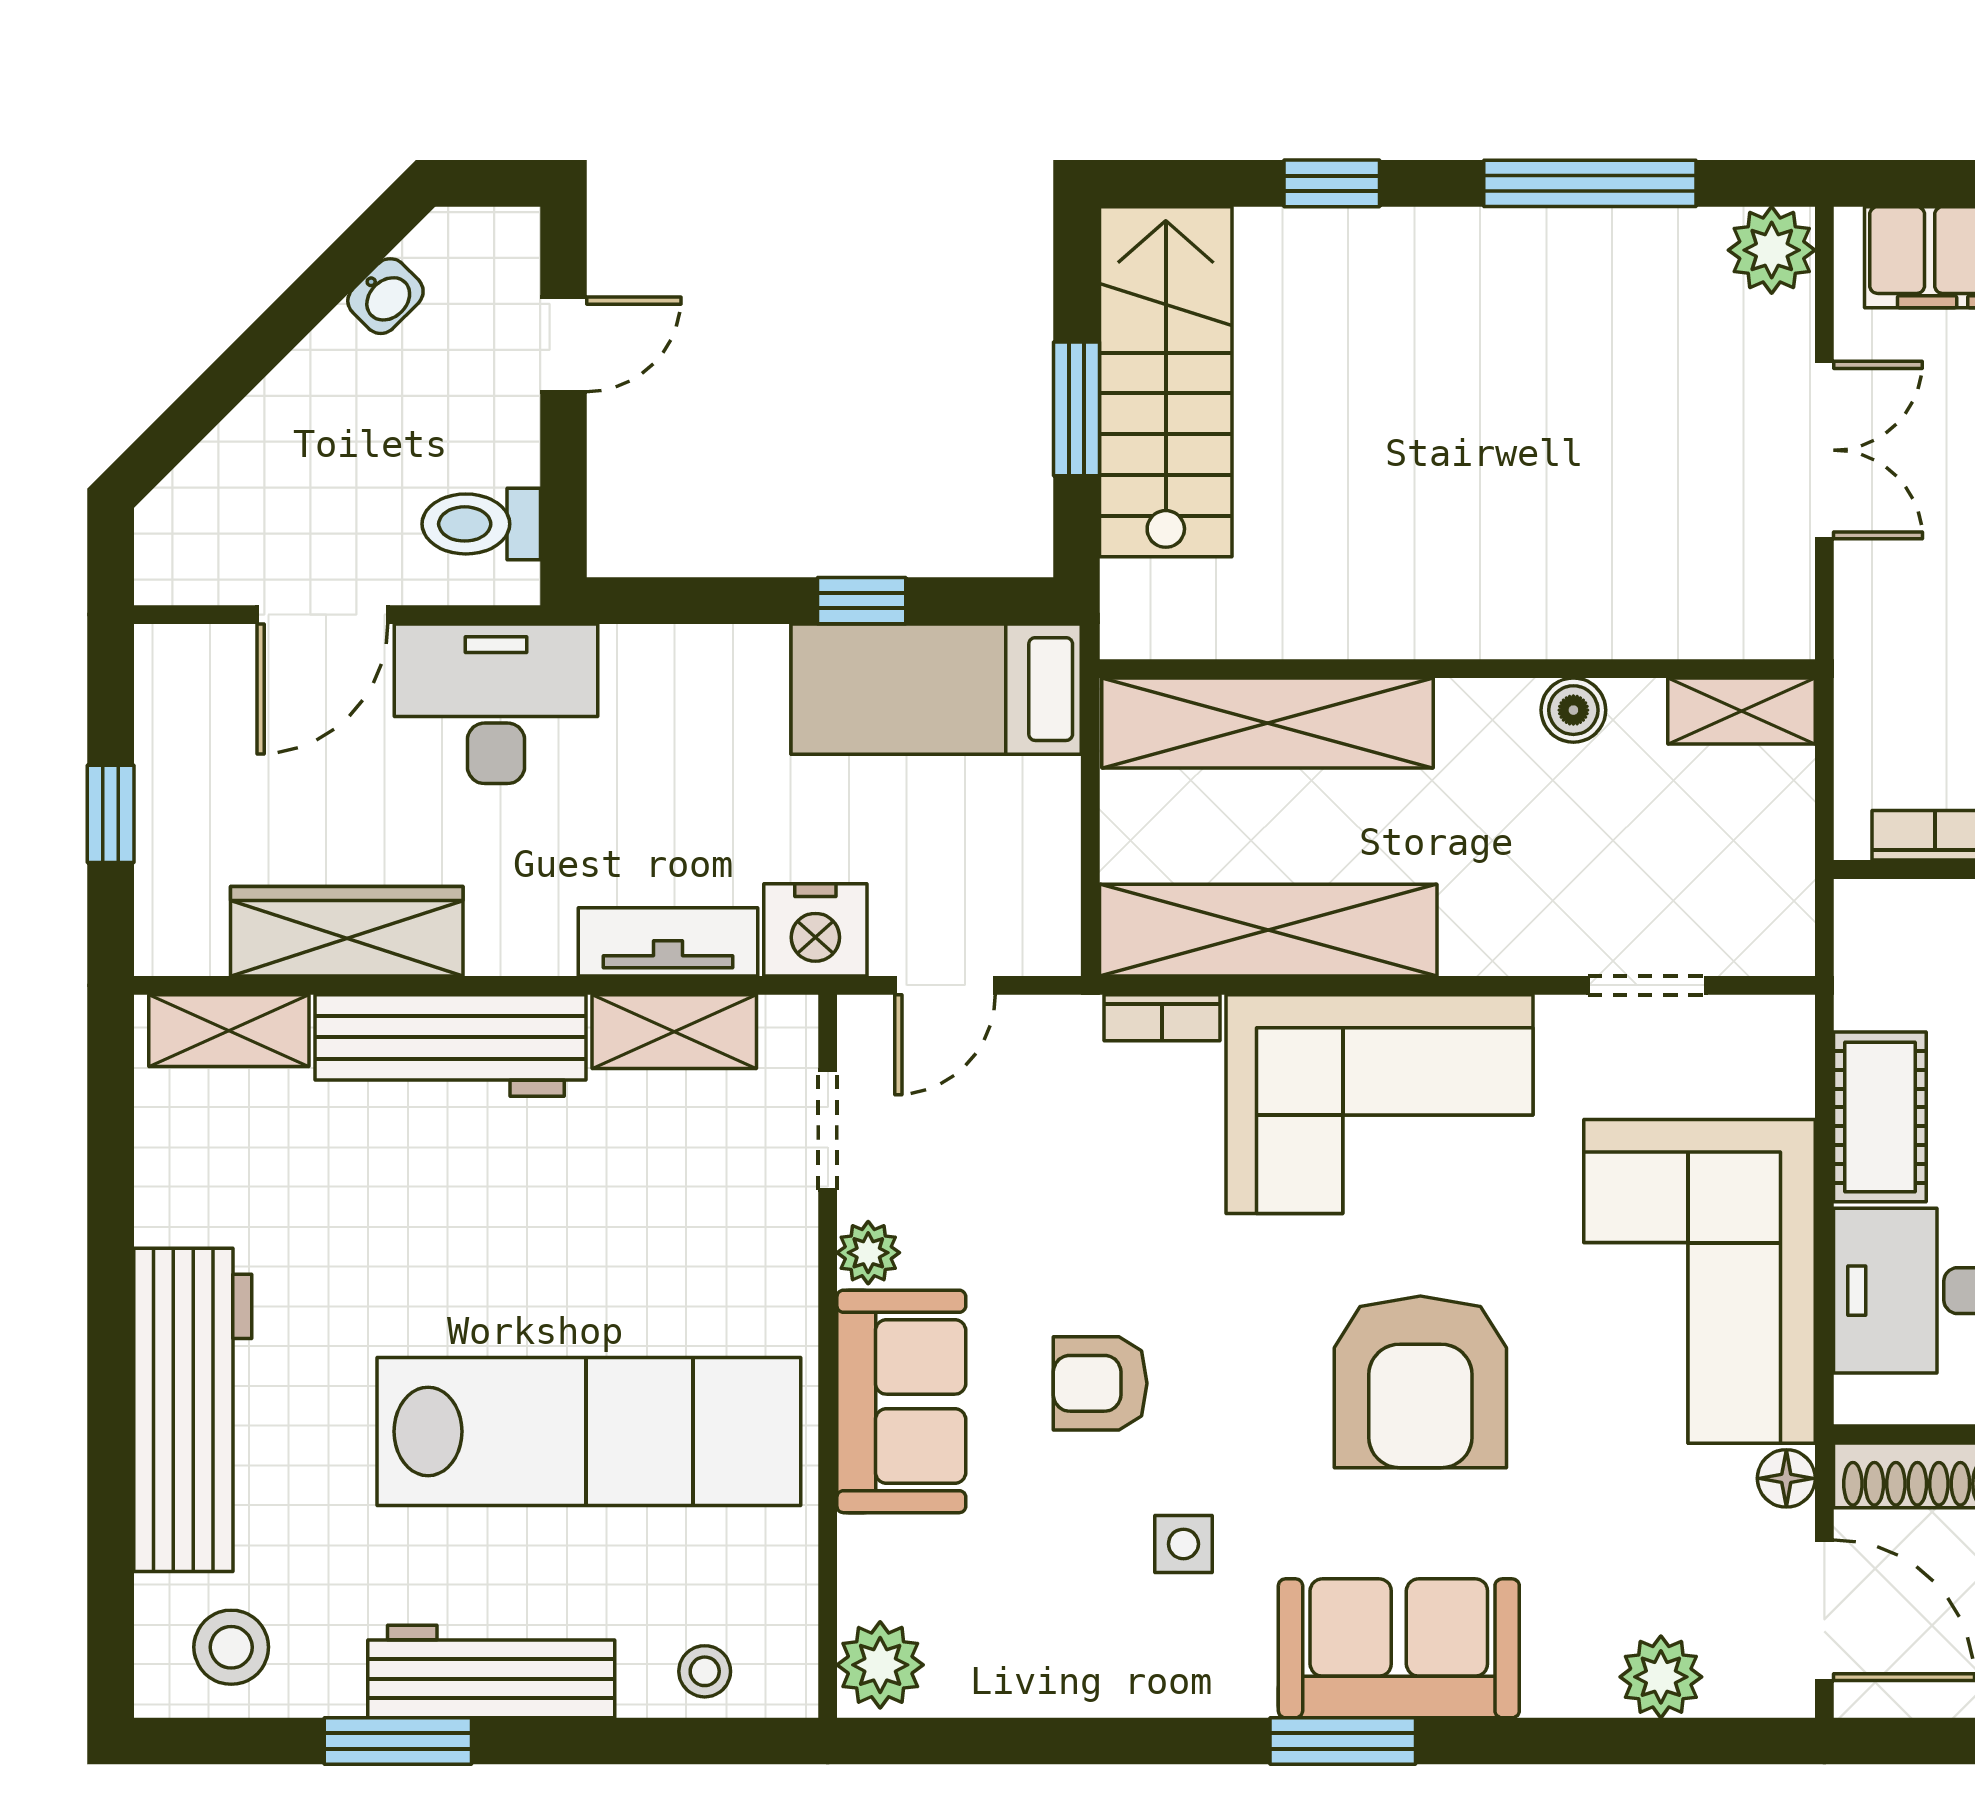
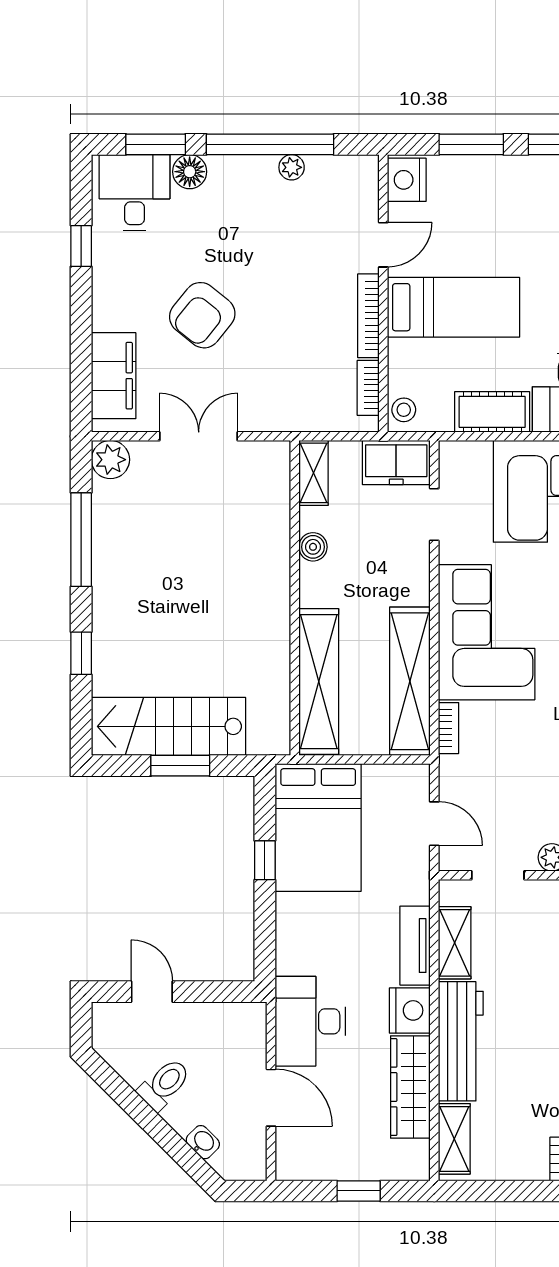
washbasin: (385, 296) -> (203, 1142), moved
toilet: (481, 524) -> (164, 1084), moved, turned -135
bed: (936, 689) -> (318, 827), width x1.50
freezer: (1765, 899) -> (396, 462), added
stool: (1885, 916) -> (404, 410), added
nightstand: (815, 930) -> (410, 1010), moved

